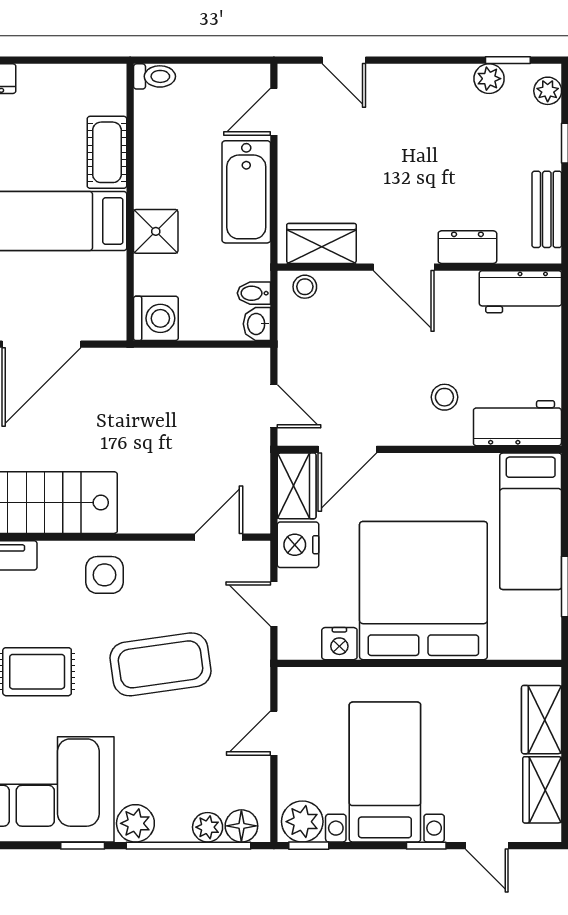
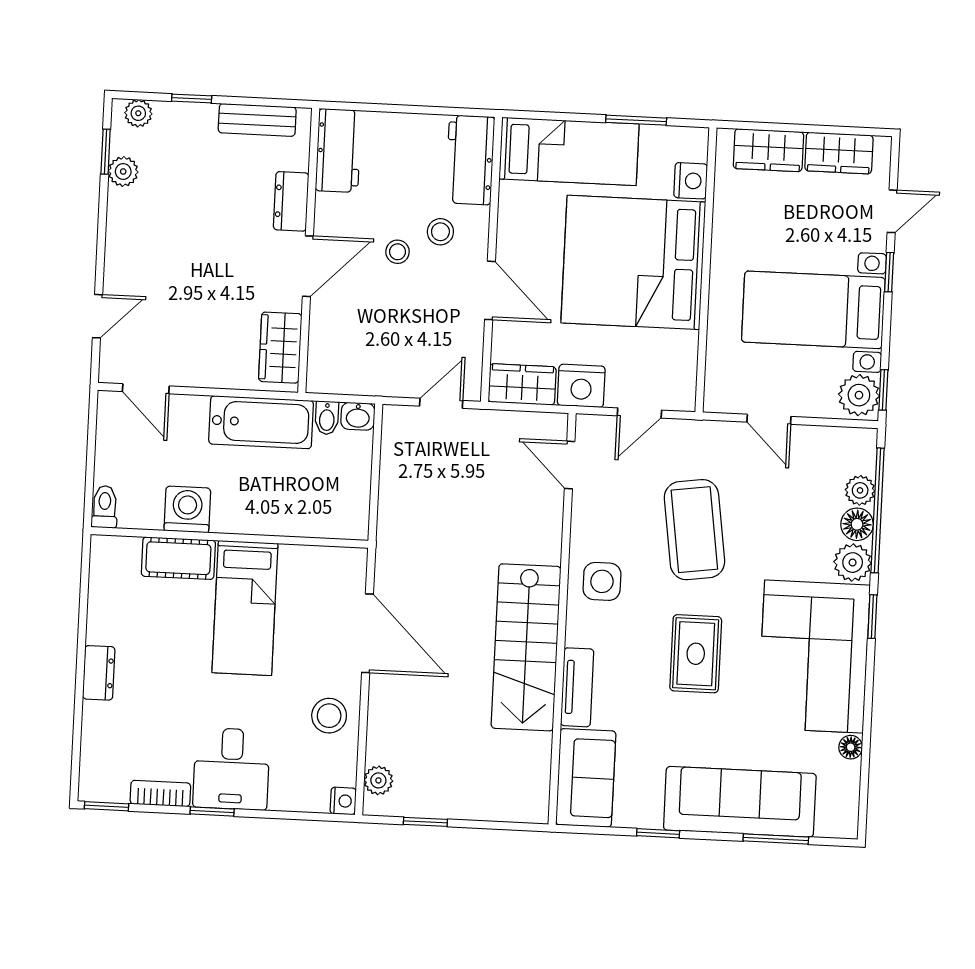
bathtub: (246, 192) -> (261, 422), moved
shower: (156, 231) -> (260, 513), removed
stool: (305, 287) -> (398, 252), moved
washing machine: (156, 318) -> (187, 509), moved
door: (347, 449) -> (490, 290), moved
nightstand: (339, 644) -> (691, 181), moved
floor lamp: (241, 826) -> (857, 524), moved

